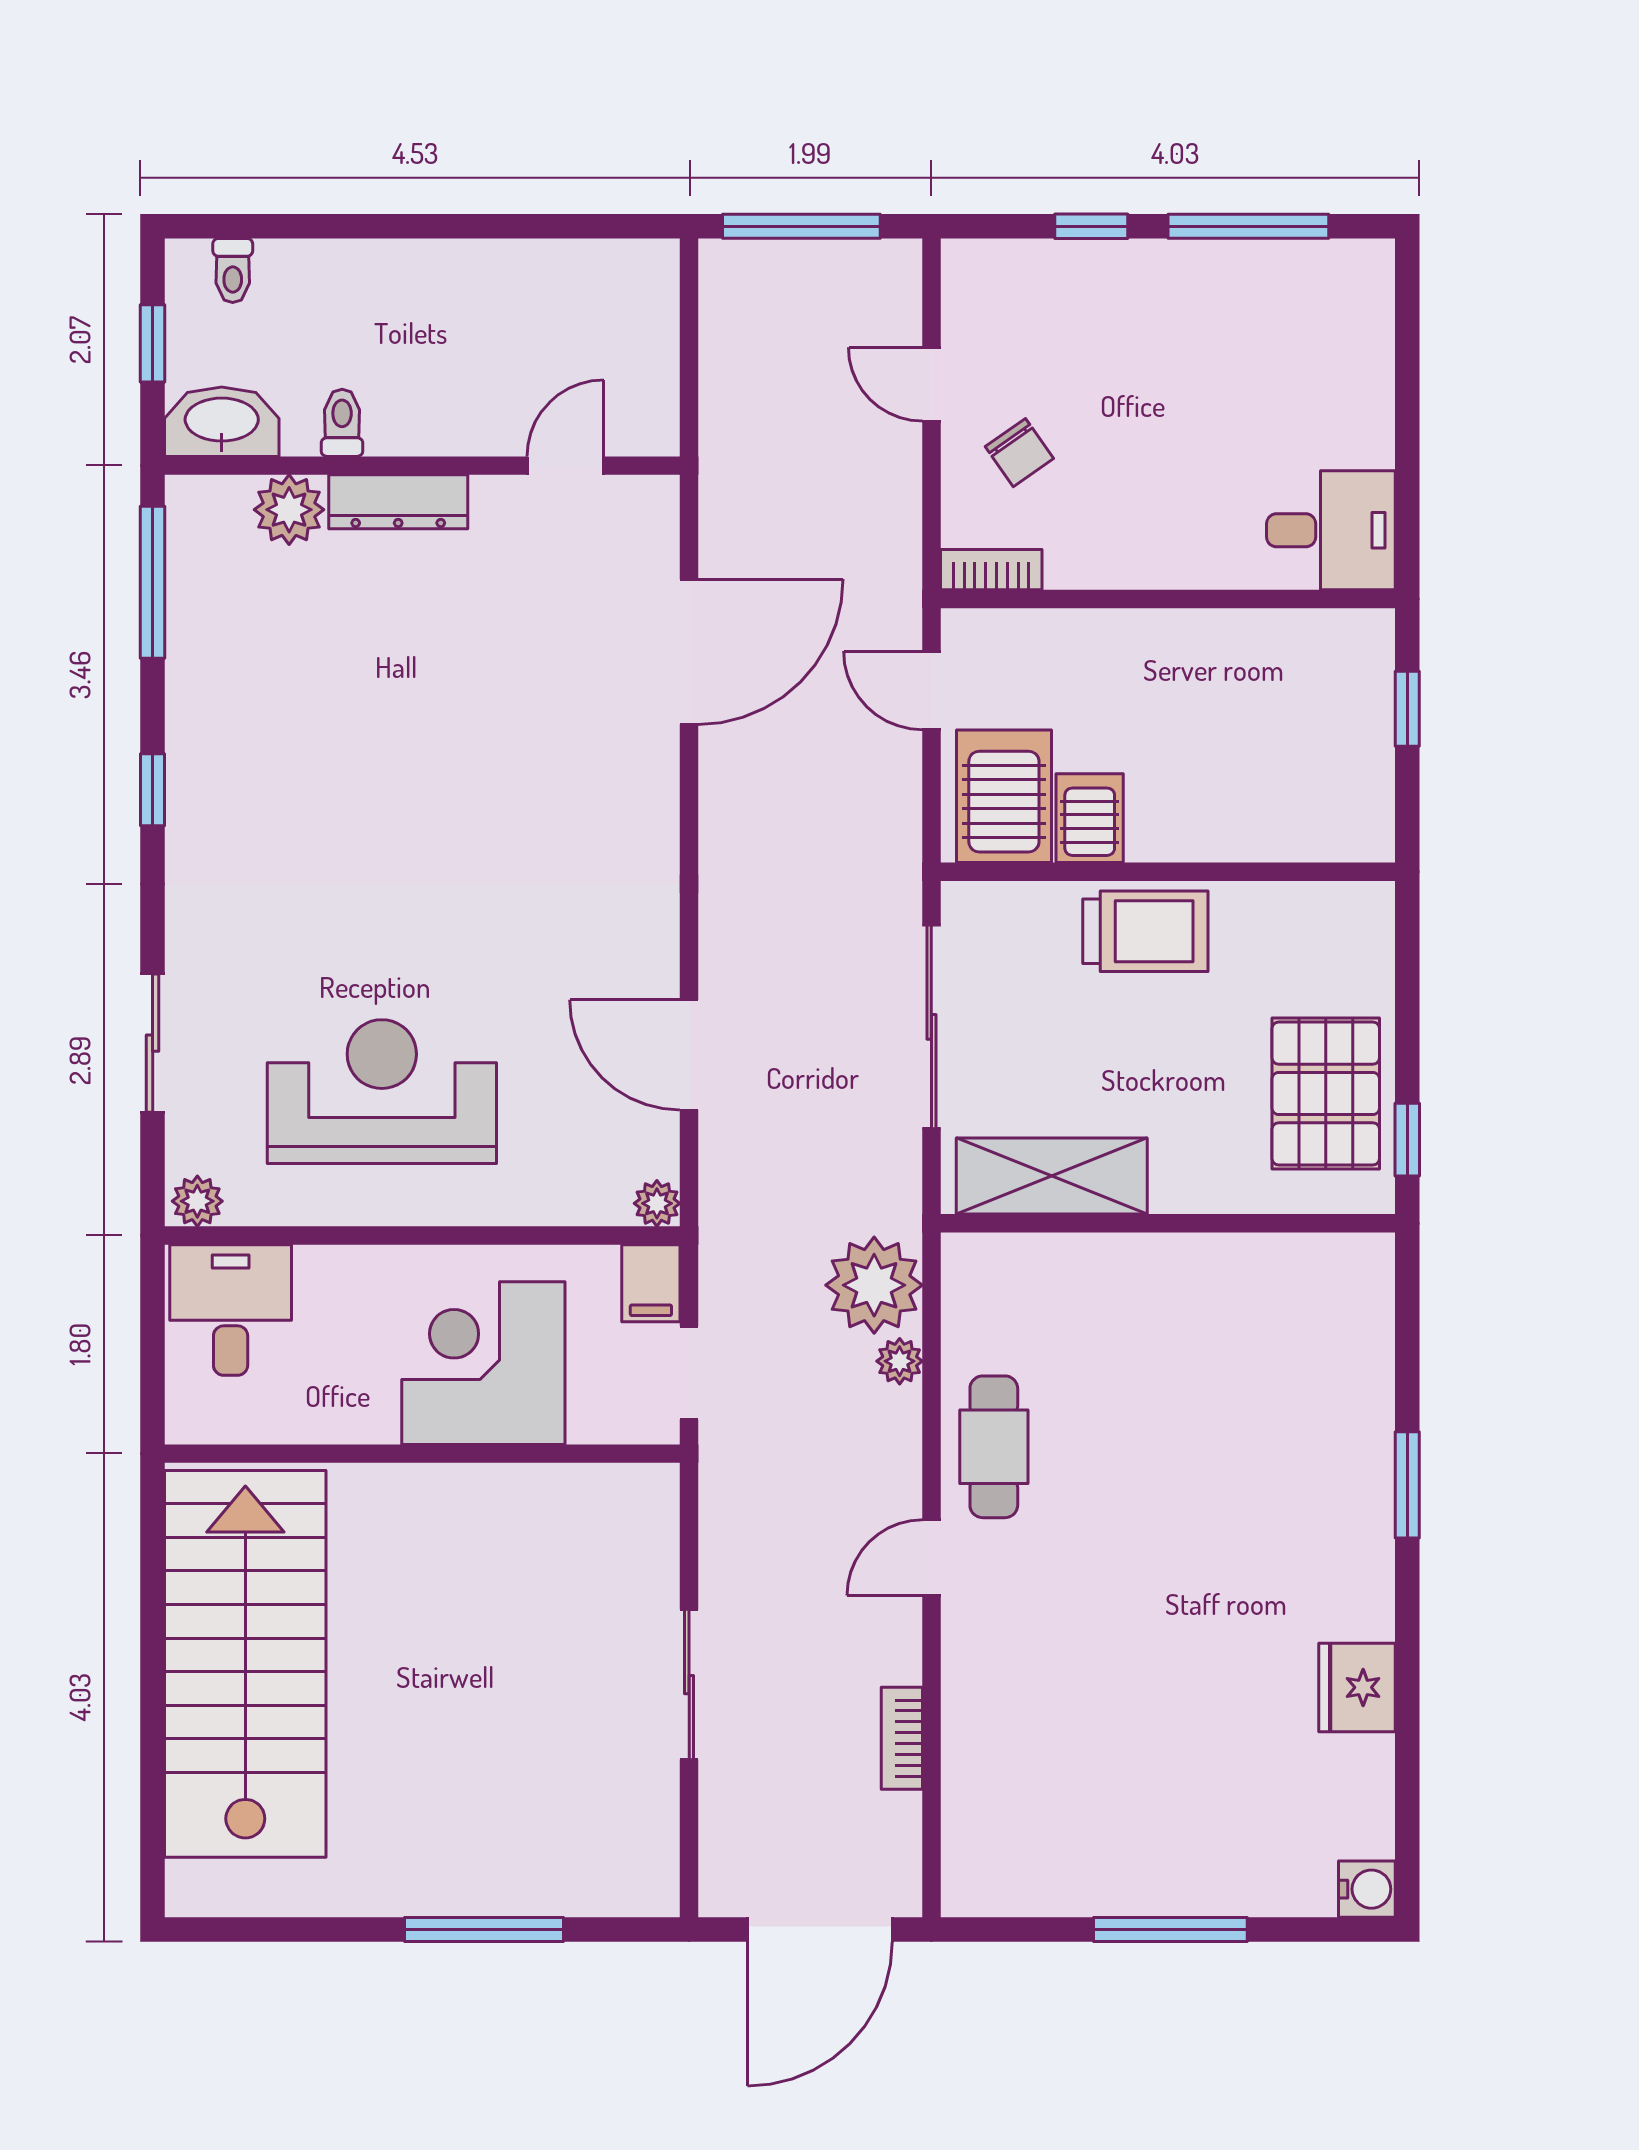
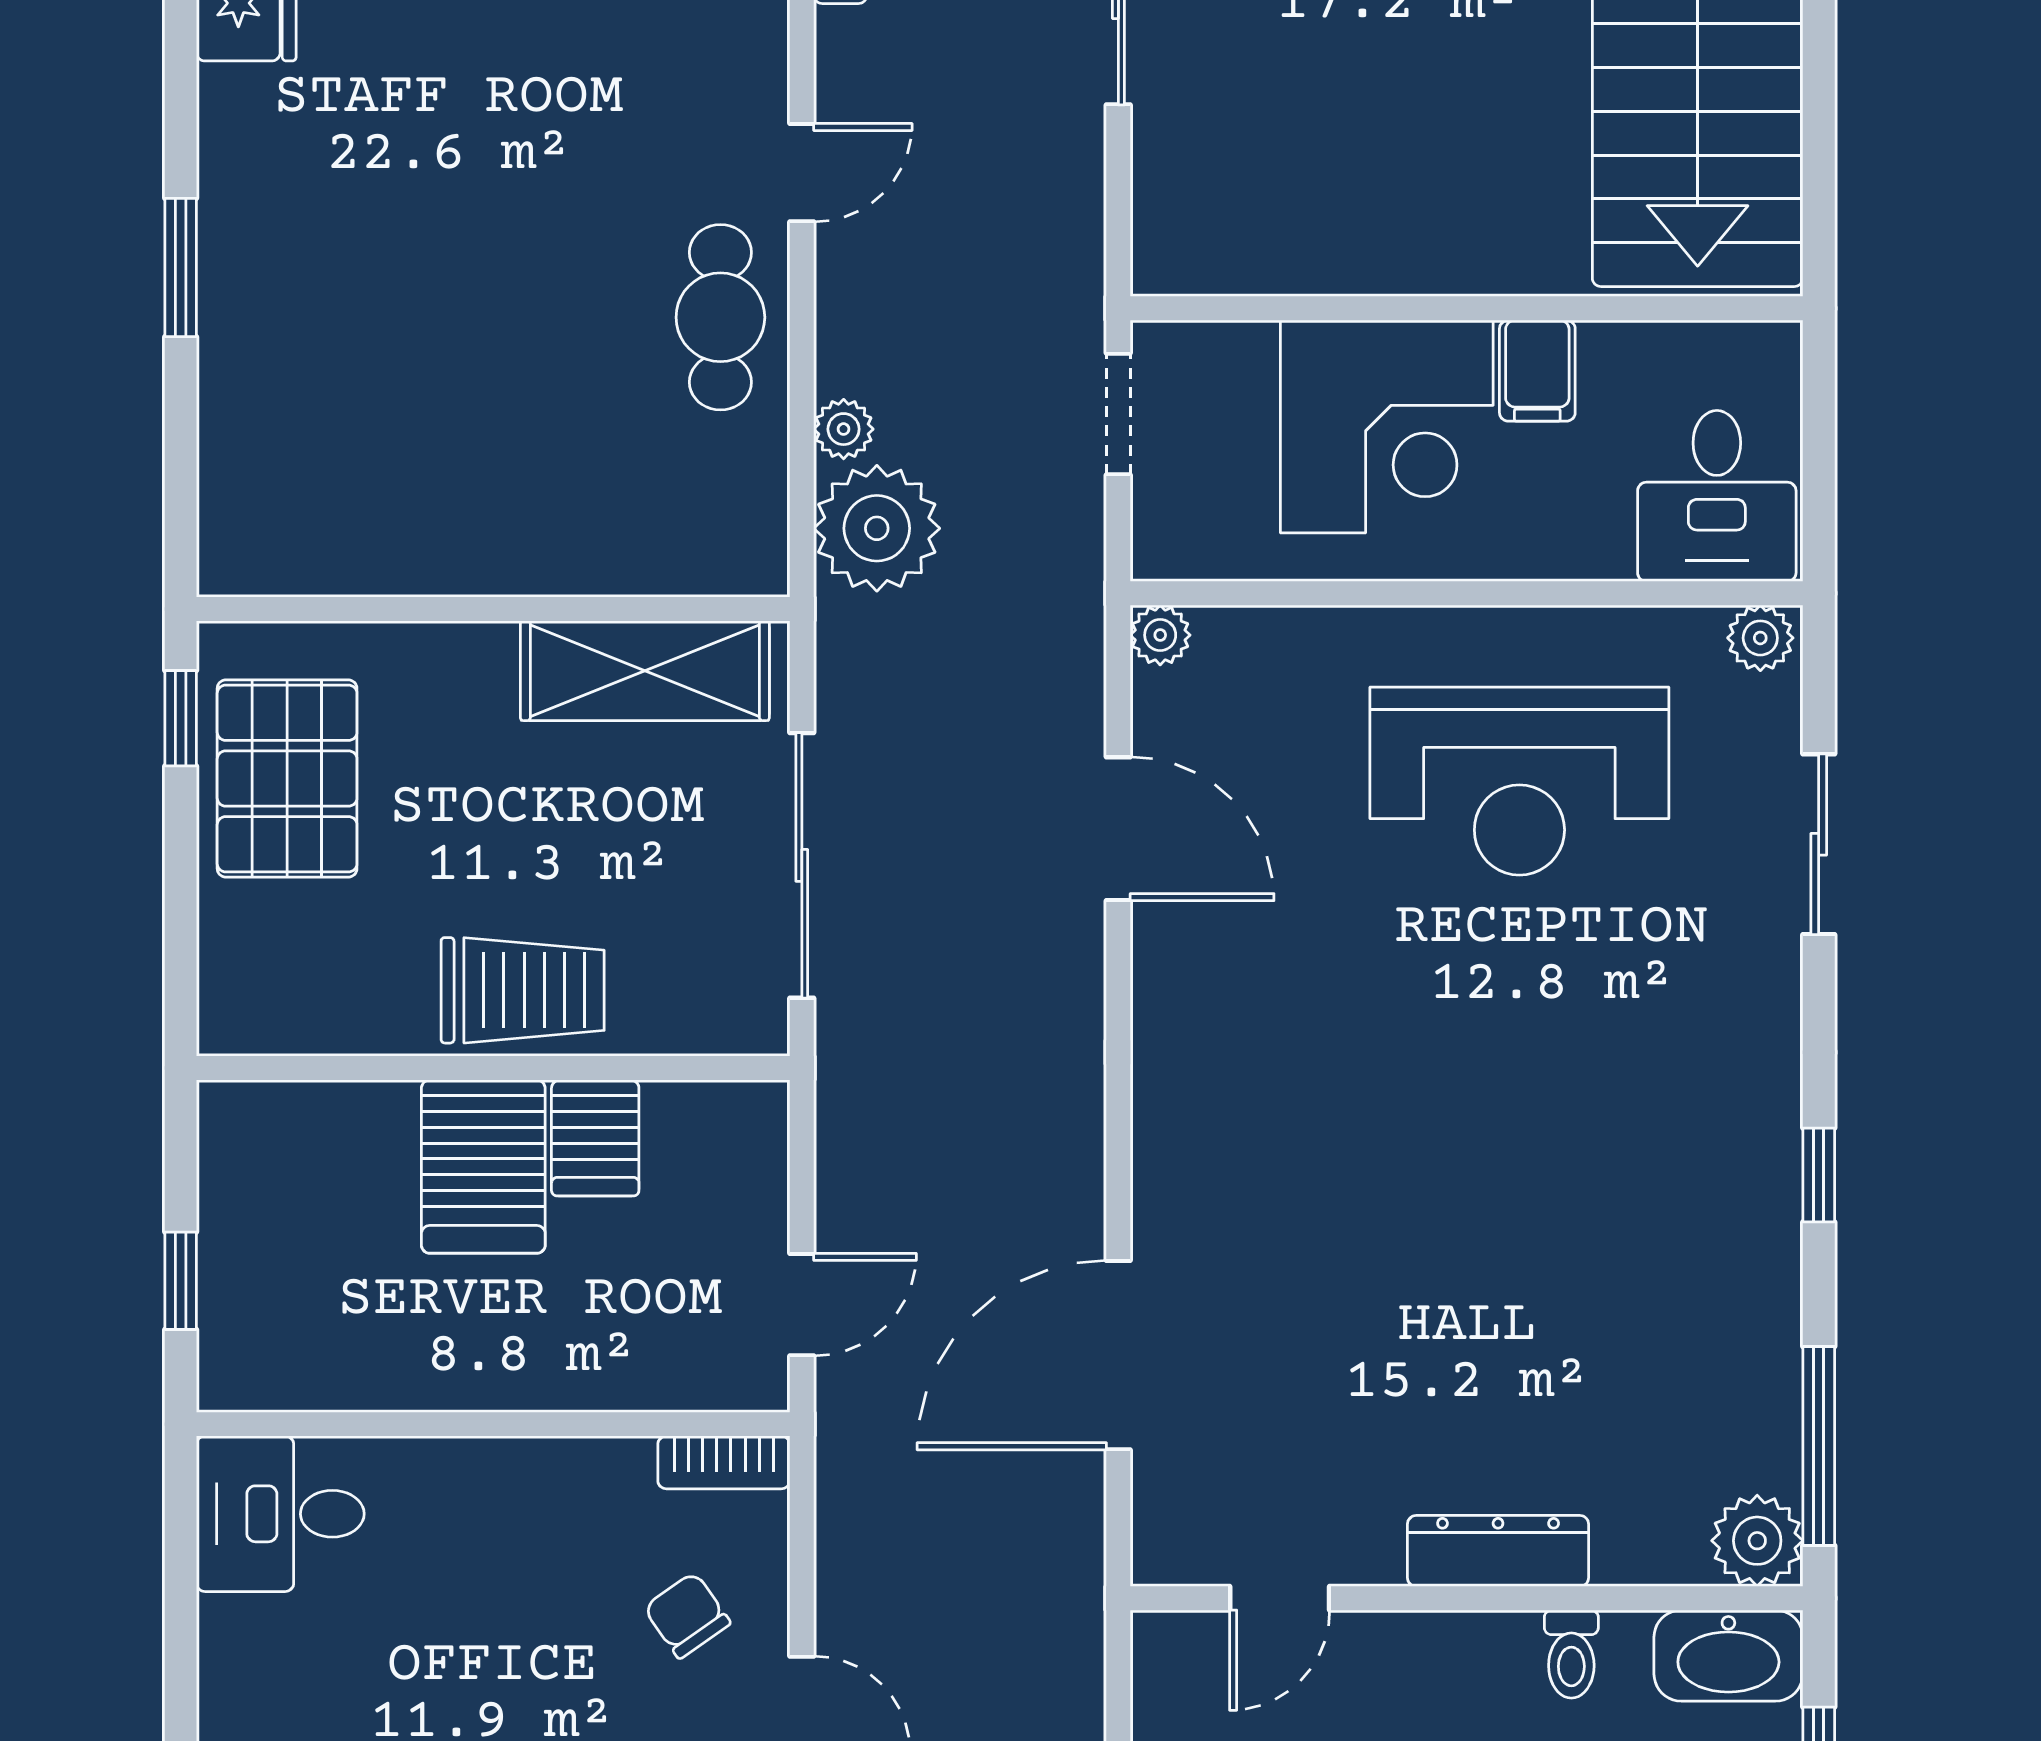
plant: (289, 510) -> (1757, 1541), moved
door: (931, 691) -> (802, 1305), hinge flipped
server rack: (1004, 796) -> (483, 1167), moved
trolley: (1145, 931) -> (523, 990), turned 180
filing cabinet: (651, 1283) -> (1537, 371), moved, turned 180

